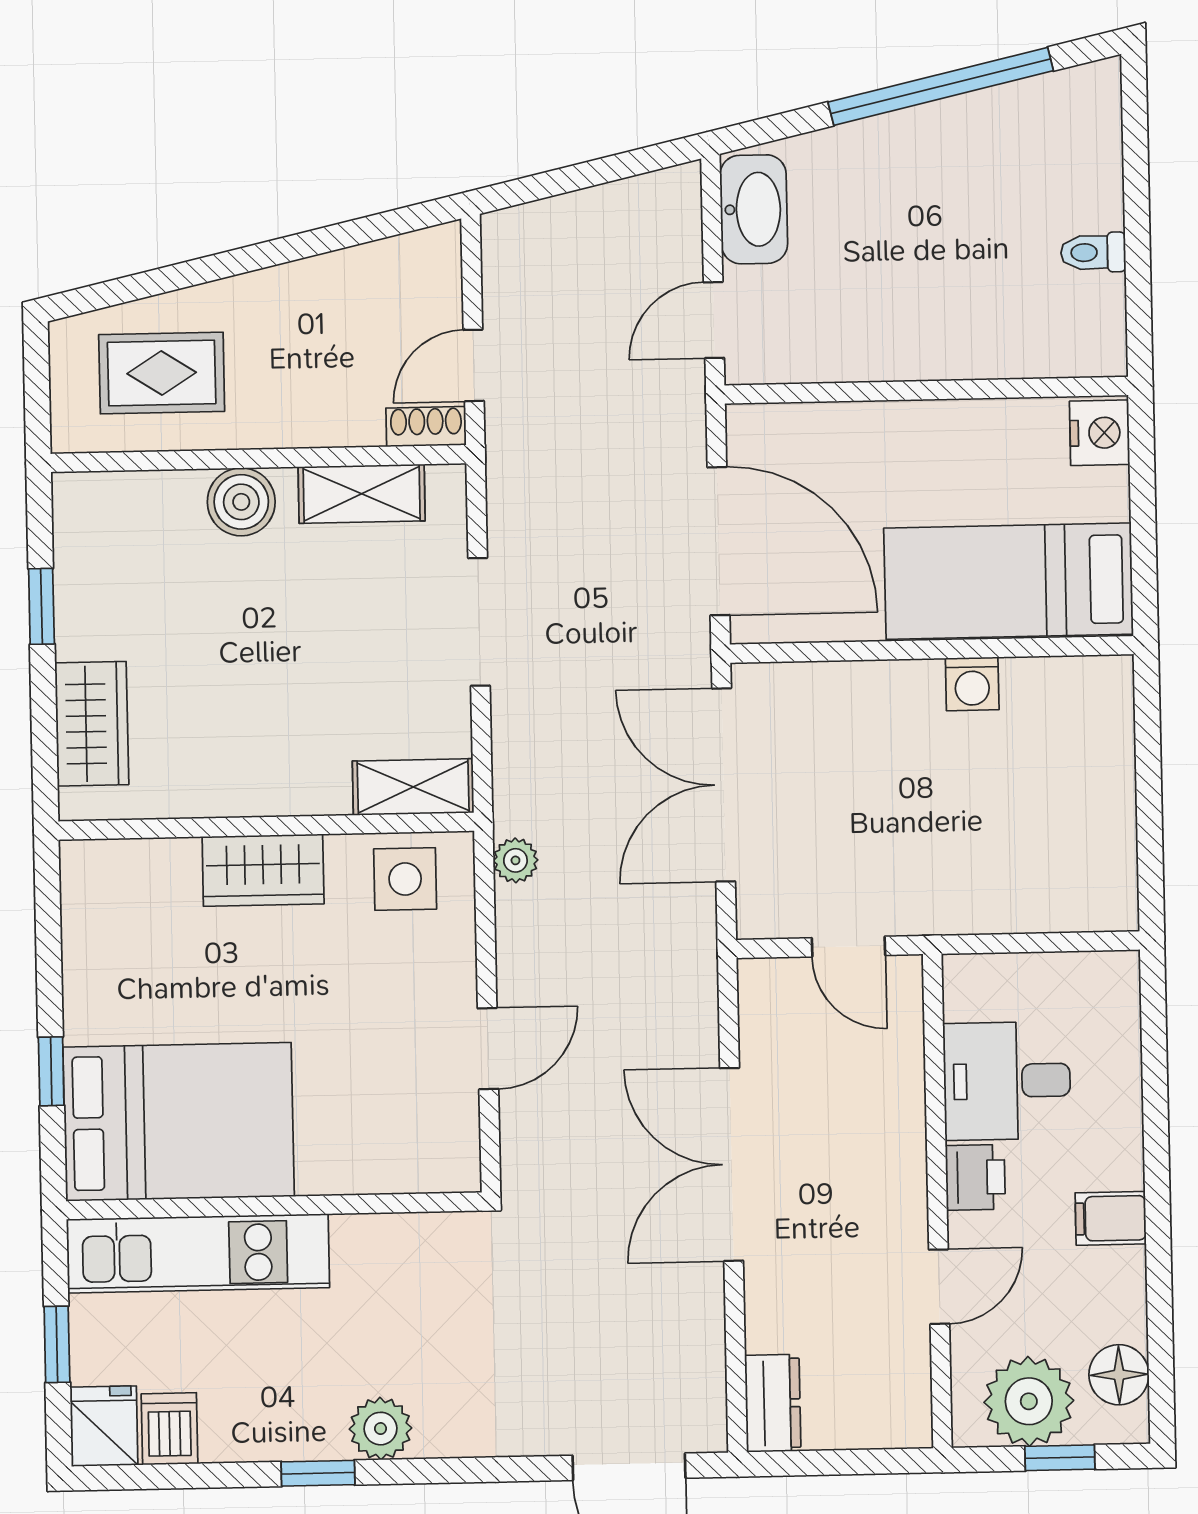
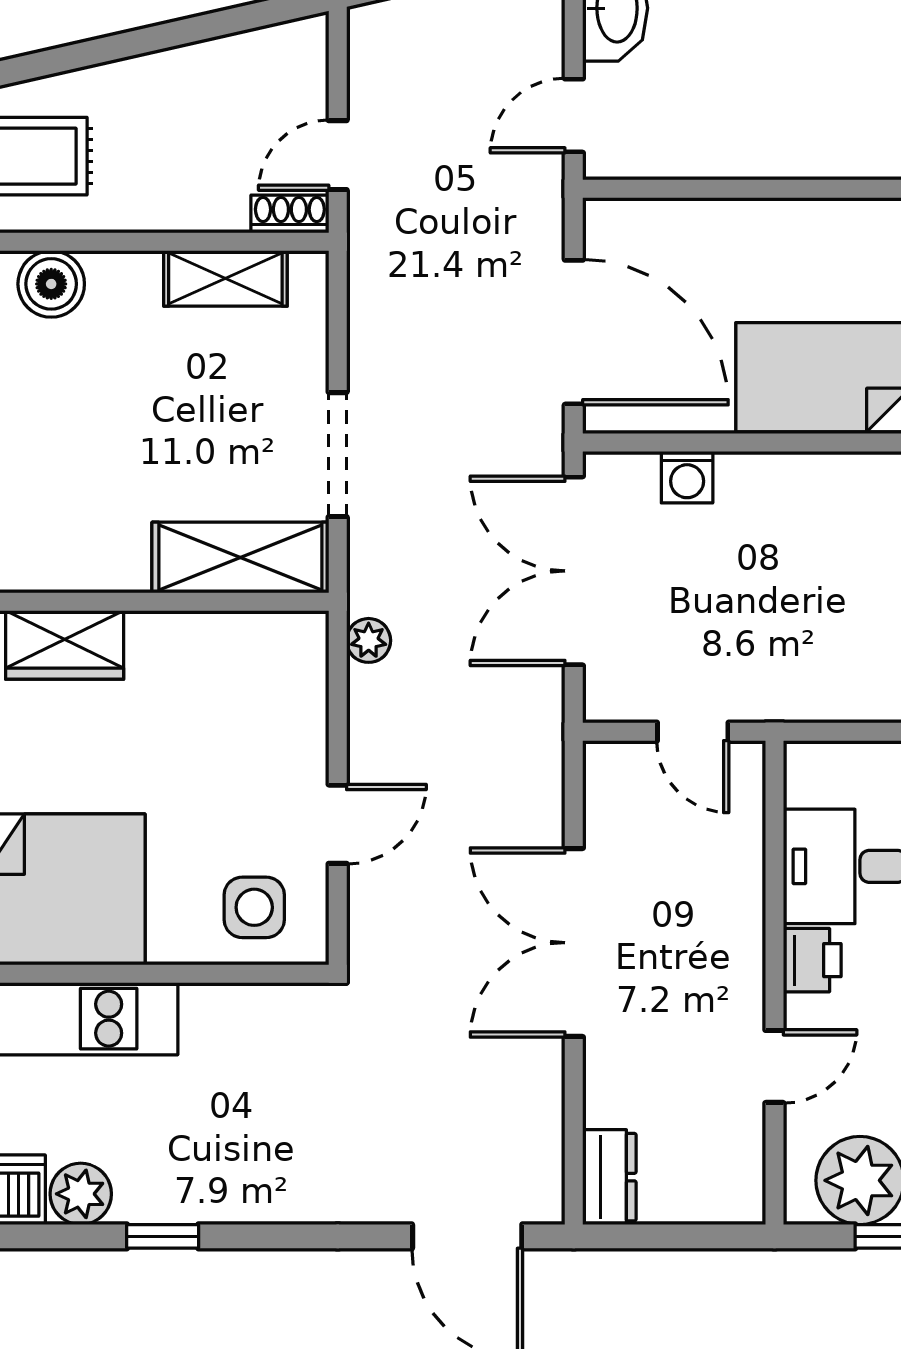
boiler: (241, 502) -> (51, 284), moved
doorway: (479, 622) -> (338, 455), moved
washing machine: (972, 684) -> (687, 477), moved
shelving: (413, 787) -> (240, 558), width x1.50, depth x1.33
wardrobe: (263, 870) -> (65, 645), moved
side table: (405, 879) -> (254, 907), moved
plant: (380, 1429) -> (81, 1194), moved

